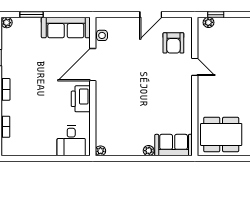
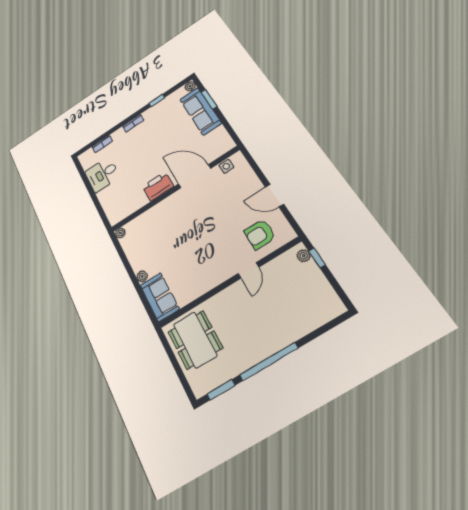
sofa: (66, 28) -> (200, 111), moved
desk: (71, 141) -> (102, 174), moved

